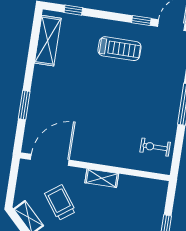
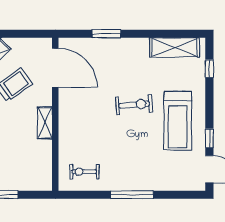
treadmill: (120, 49) -> (178, 121), width x1.37, depth x1.38
exercise bike: (97, 89) -> (134, 105), added
exercise bike: (155, 147) -> (84, 172), turned -90

